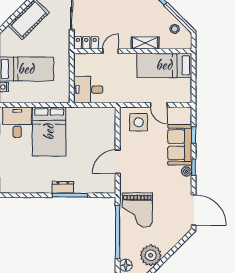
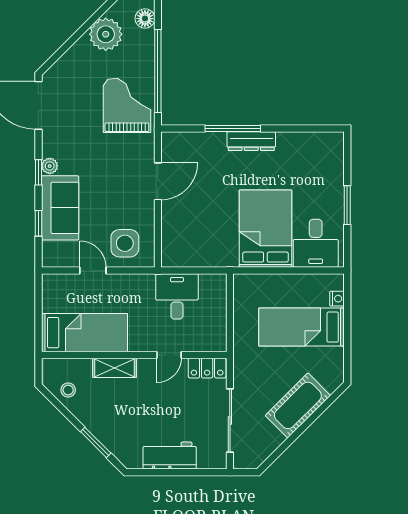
desk: (88, 89) -> (177, 296), moved, turned -90
dresser: (63, 187) -> (251, 141), width x1.44

